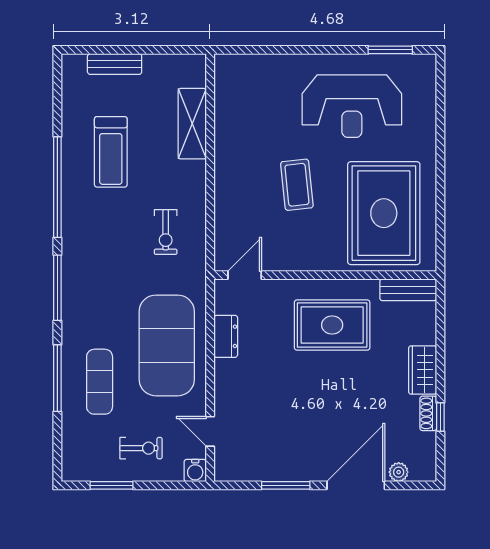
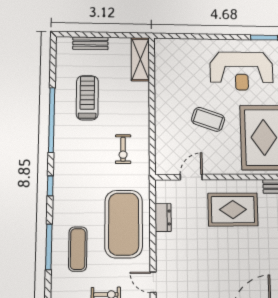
shelving: (192, 124) -> (140, 59), moved
treadmill: (111, 152) -> (87, 98), turned 180
coffee table: (297, 185) -> (208, 119), turned -65
door: (245, 275) -> (191, 177), moved
window: (57, 288) -> (50, 186), width x0.46

